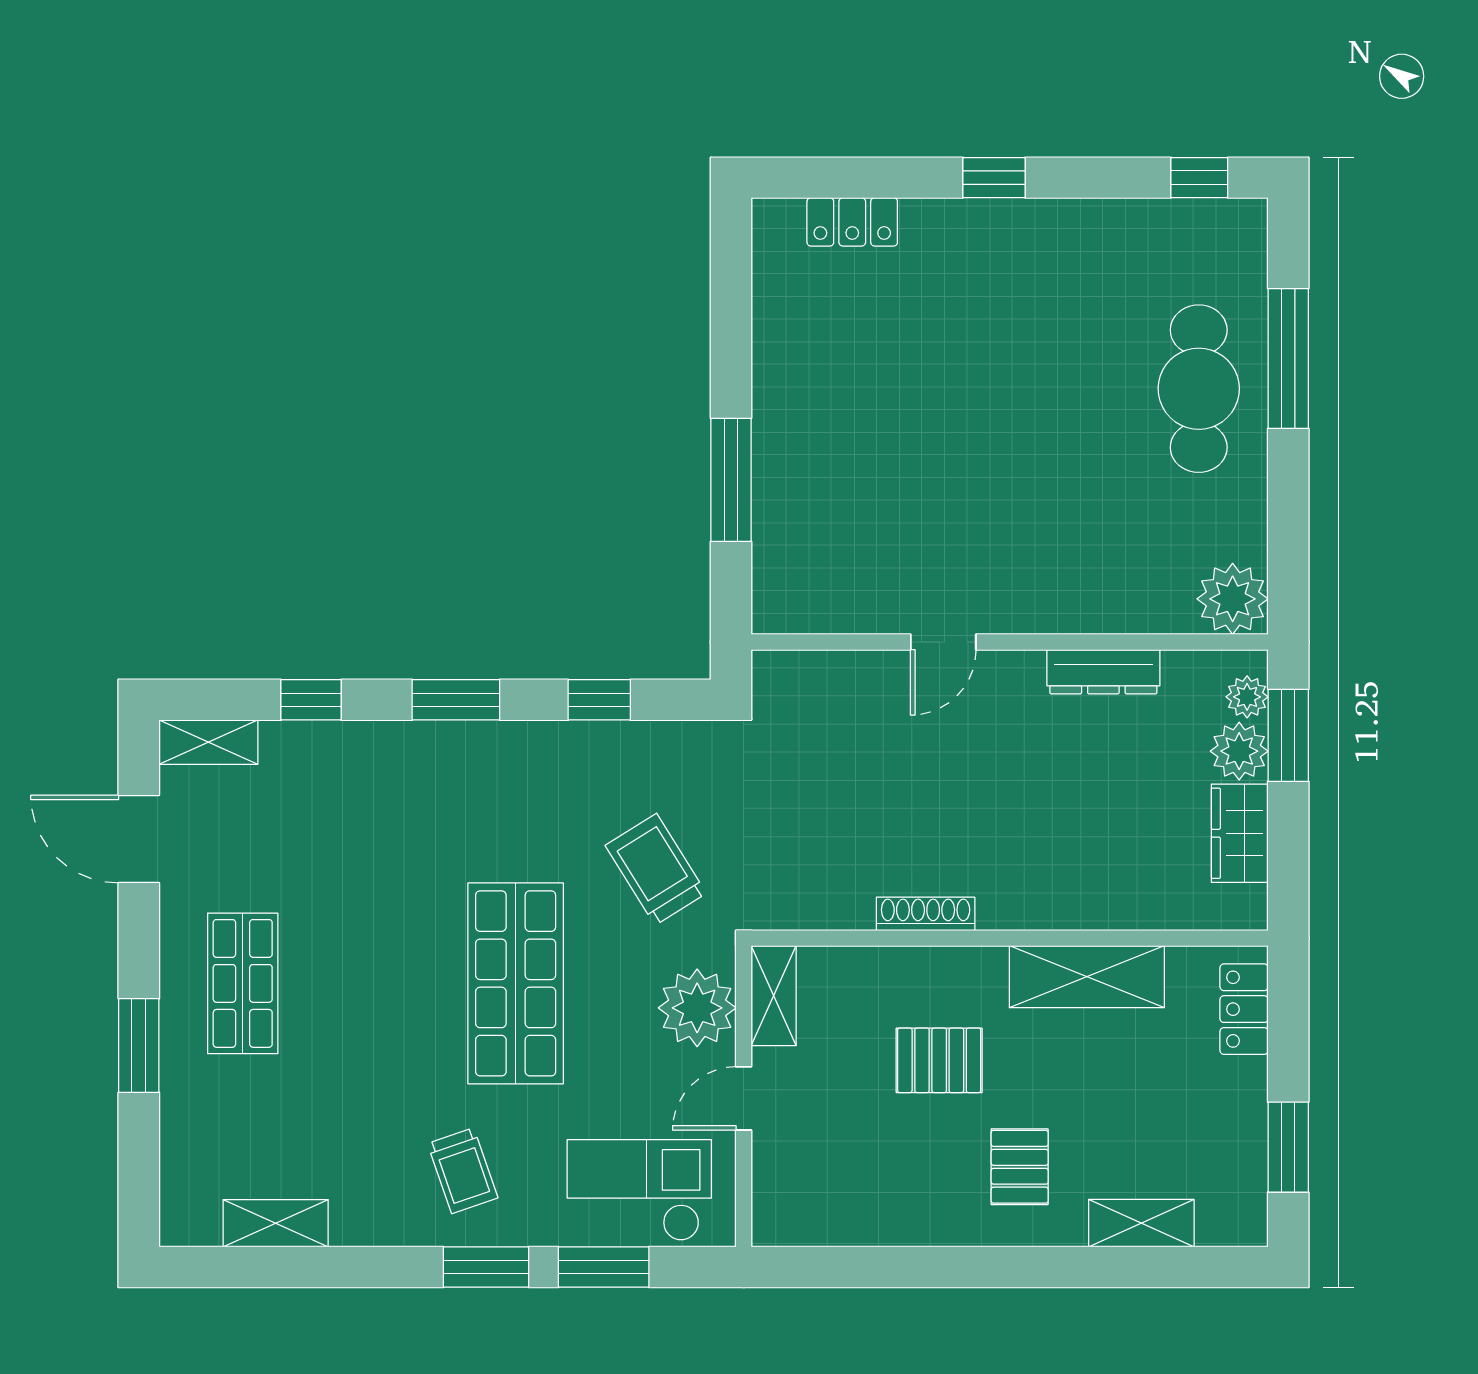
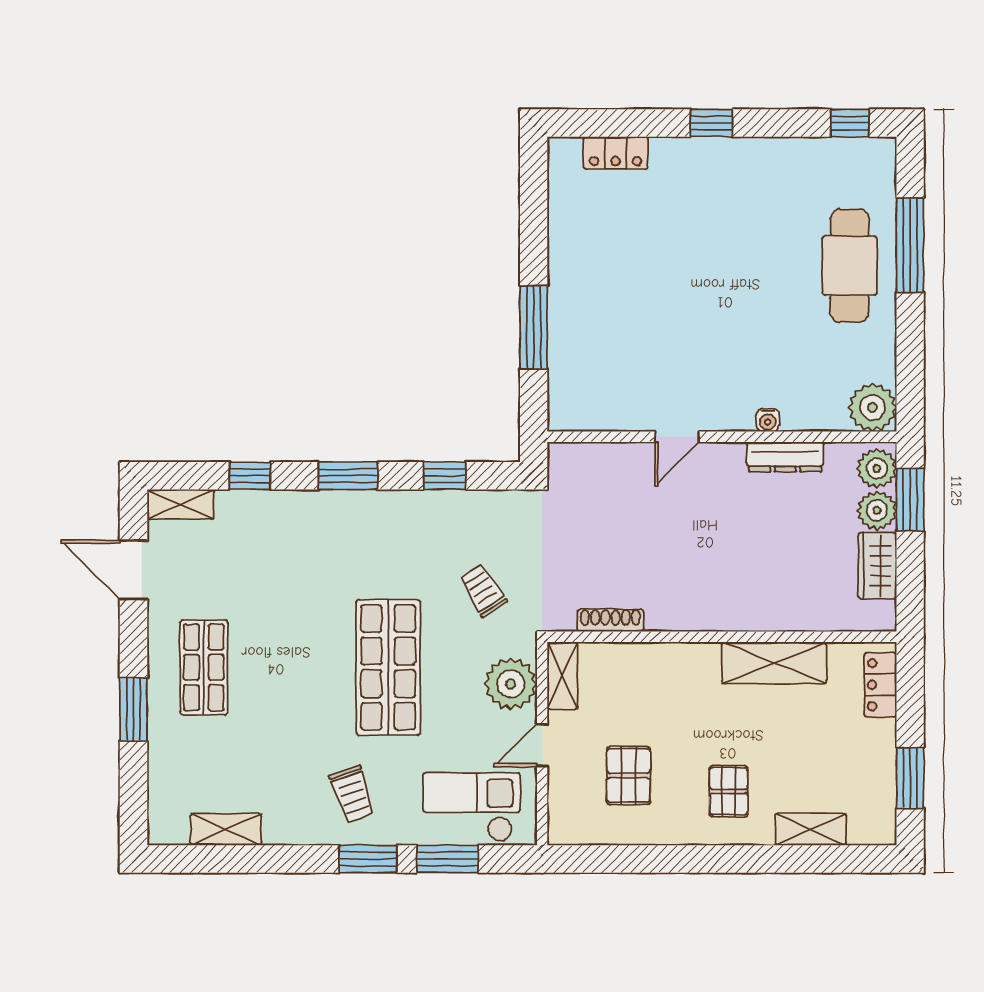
water cooler: (1078, 617) -> (768, 420), added
plant: (1247, 697) -> (877, 468), width x1.38, depth x1.38
trolley: (656, 869) -> (483, 590), width x0.73, depth x0.72
shoe rack: (926, 914) -> (610, 620), moved
pallet: (939, 1060) -> (629, 776), moved, turned 90

